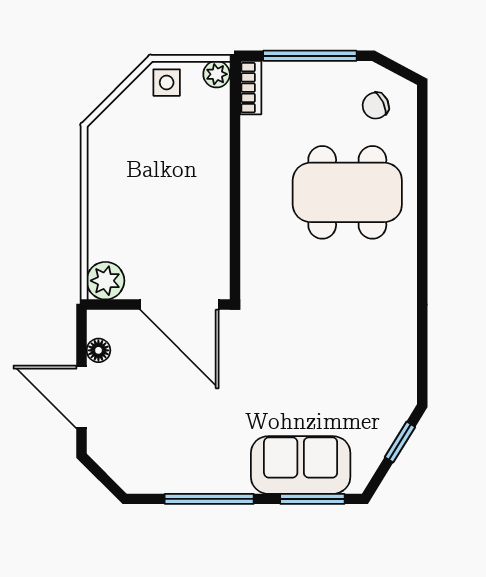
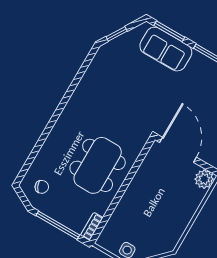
plant: (217, 74) -> (103, 241), removed
dining table: (347, 192) -> (98, 165), moved, turned 90

